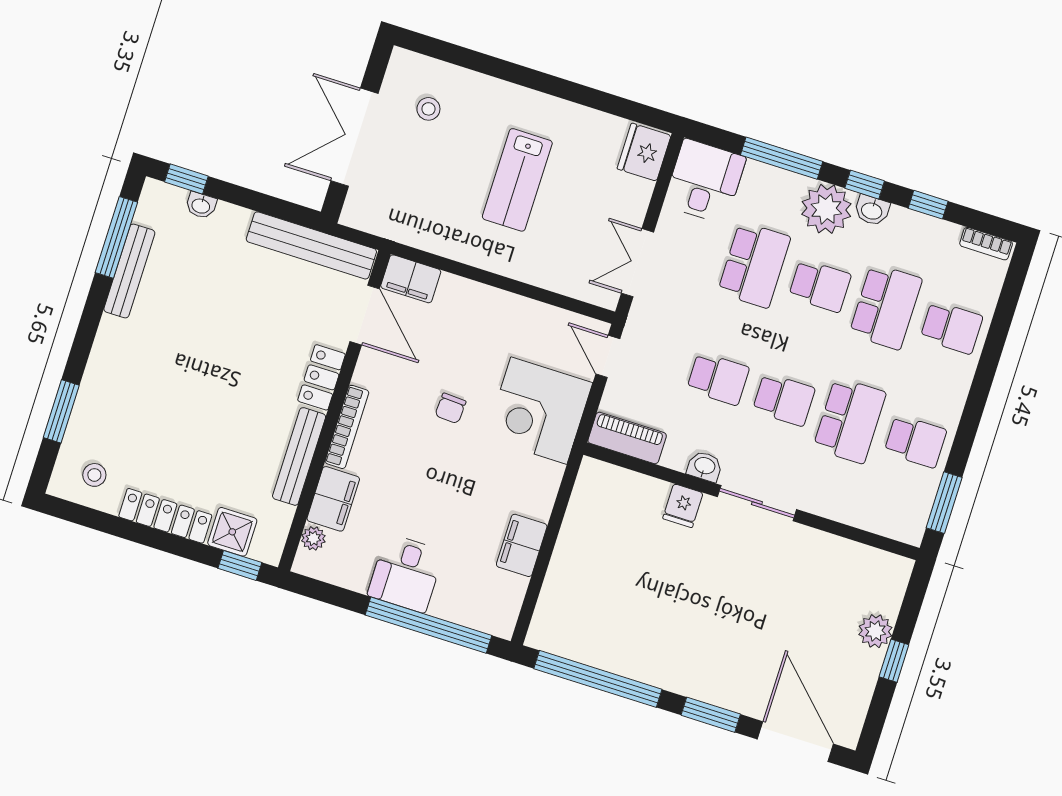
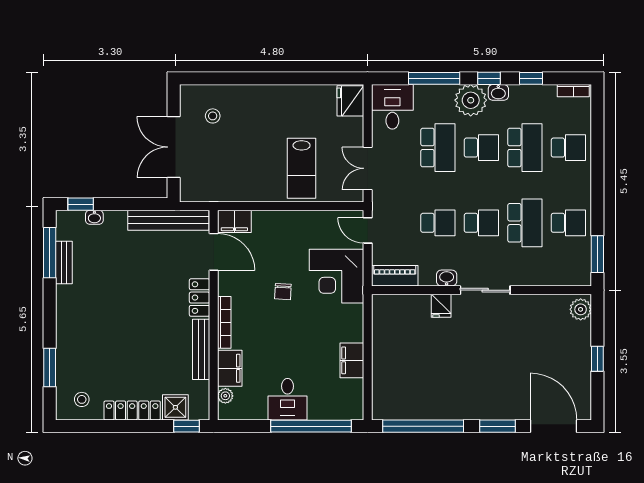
lab bench: (517, 180) -> (302, 168), moved
bench: (129, 271) -> (64, 263), width x0.73
plant: (875, 631) -> (581, 309), moved

